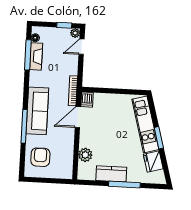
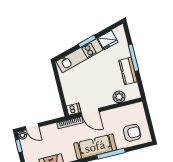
armchair: (40, 157) -> (132, 133), turned 180

